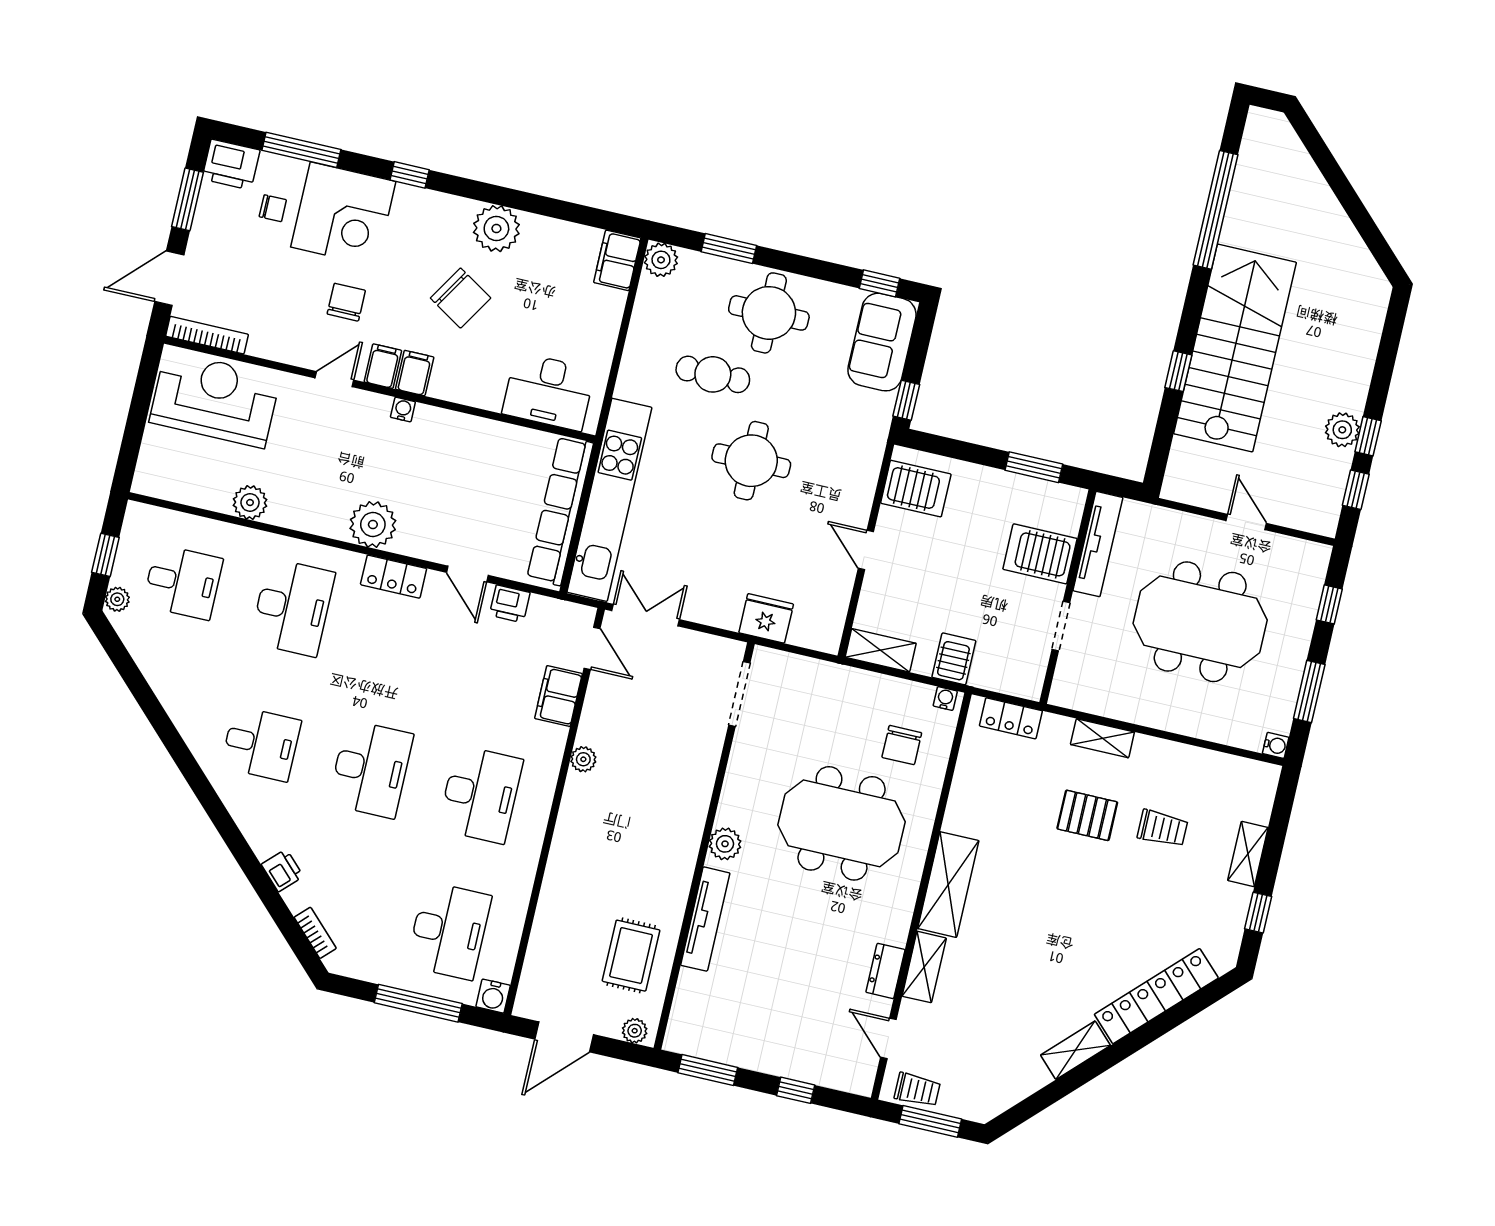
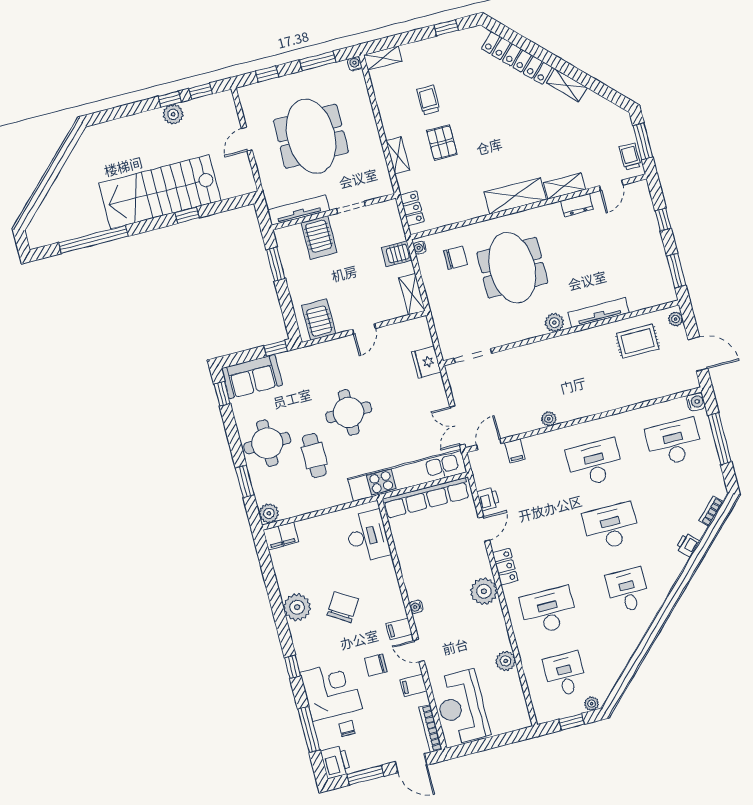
filing cabinet: (415, 373) -> (413, 685), moved
filing cabinet: (558, 696) -> (515, 451), width x0.50
shelving: (1248, 854) -> (383, 58), moved

